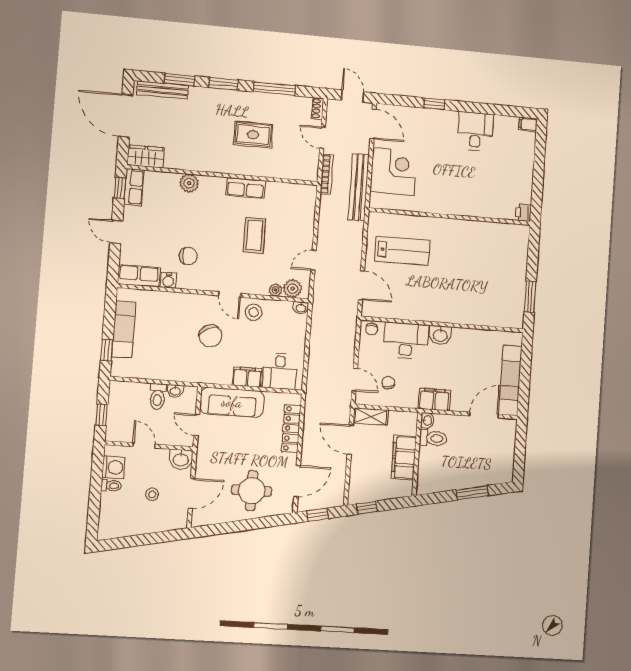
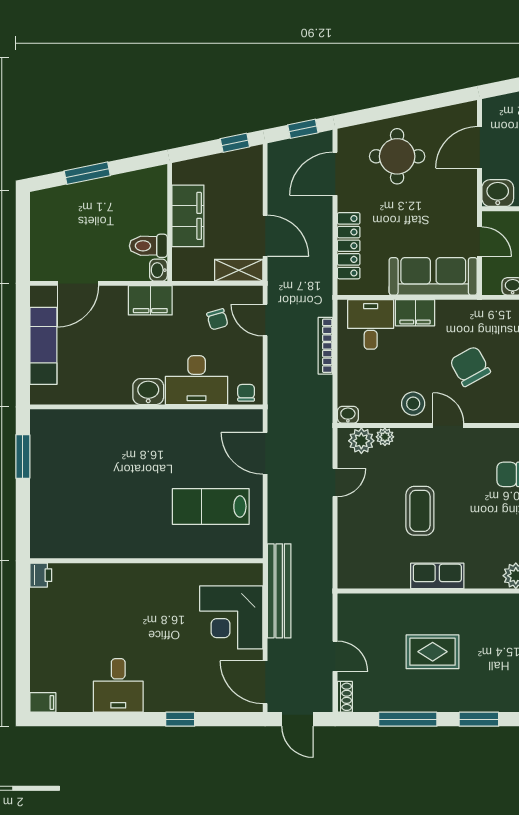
bookcase: (327, 174) -> (325, 346), moved

